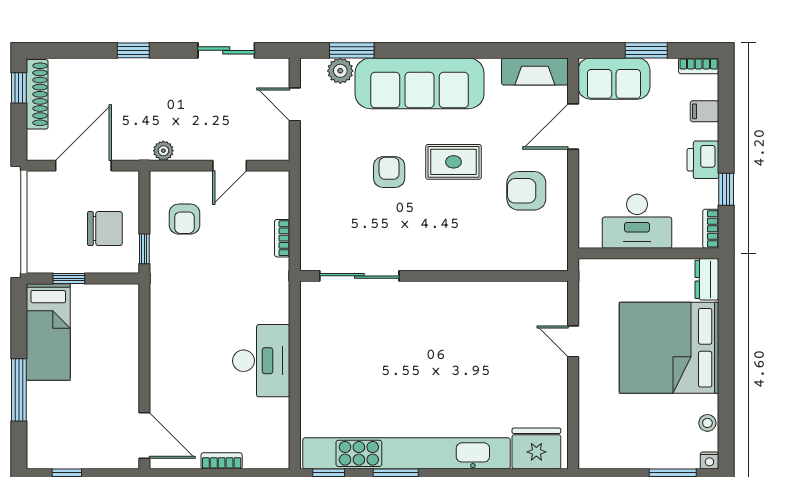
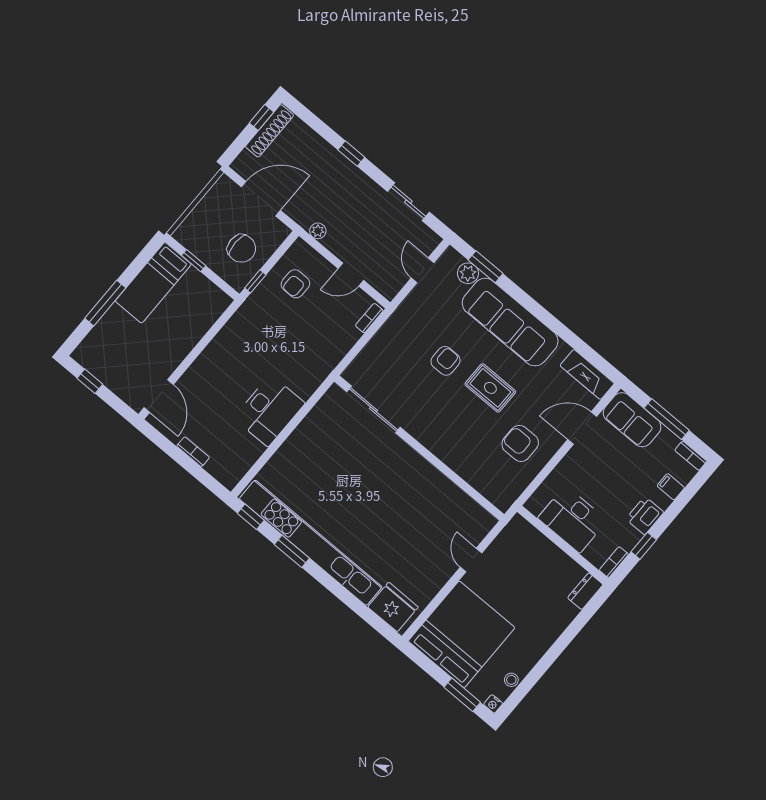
window: (646, 50) -> (667, 419), width x1.44
bookcase: (282, 238) -> (369, 318), moved
bed: (669, 348) -> (462, 634), moved, turned 90

